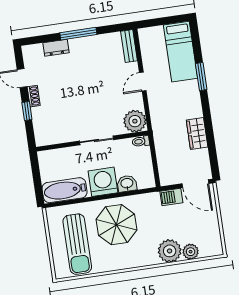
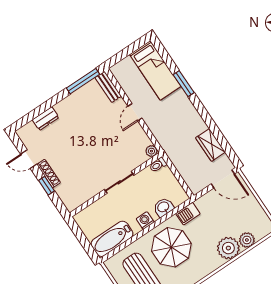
window: (78, 34) -> (83, 81), moved
shoe rack: (34, 96) -> (49, 174), width x1.43
plant: (135, 121) -> (151, 151), width x0.53, depth x0.53
wardrobe: (197, 133) -> (210, 145), moved
washing machine: (103, 182) -> (145, 220), width x0.53, depth x0.53
barbecue: (171, 197) -> (188, 214), moved

